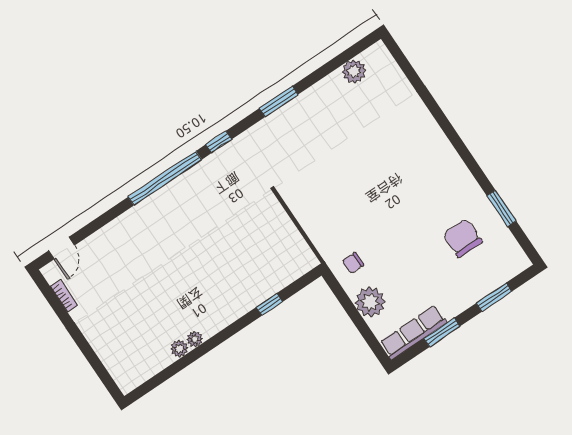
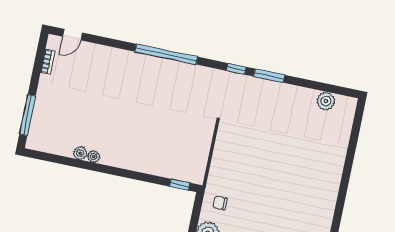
window: (219, 142) -> (236, 69), moved
window: (269, 304) -> (180, 185), moved
window: (96, 363) -> (27, 115), added

